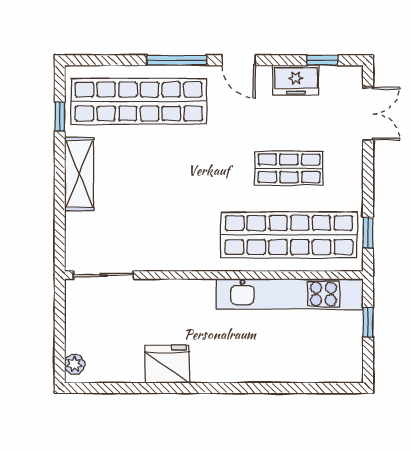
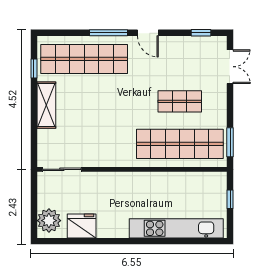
freezer: (296, 80) -> (184, 45), removed
window: (368, 232) -> (230, 142), width x1.50
kitchen unit: (290, 294) -> (176, 228), moved, turned 180
plant: (75, 364) -> (49, 221), width x1.88, depth x1.88
fridge: (167, 364) -> (82, 226), moved

